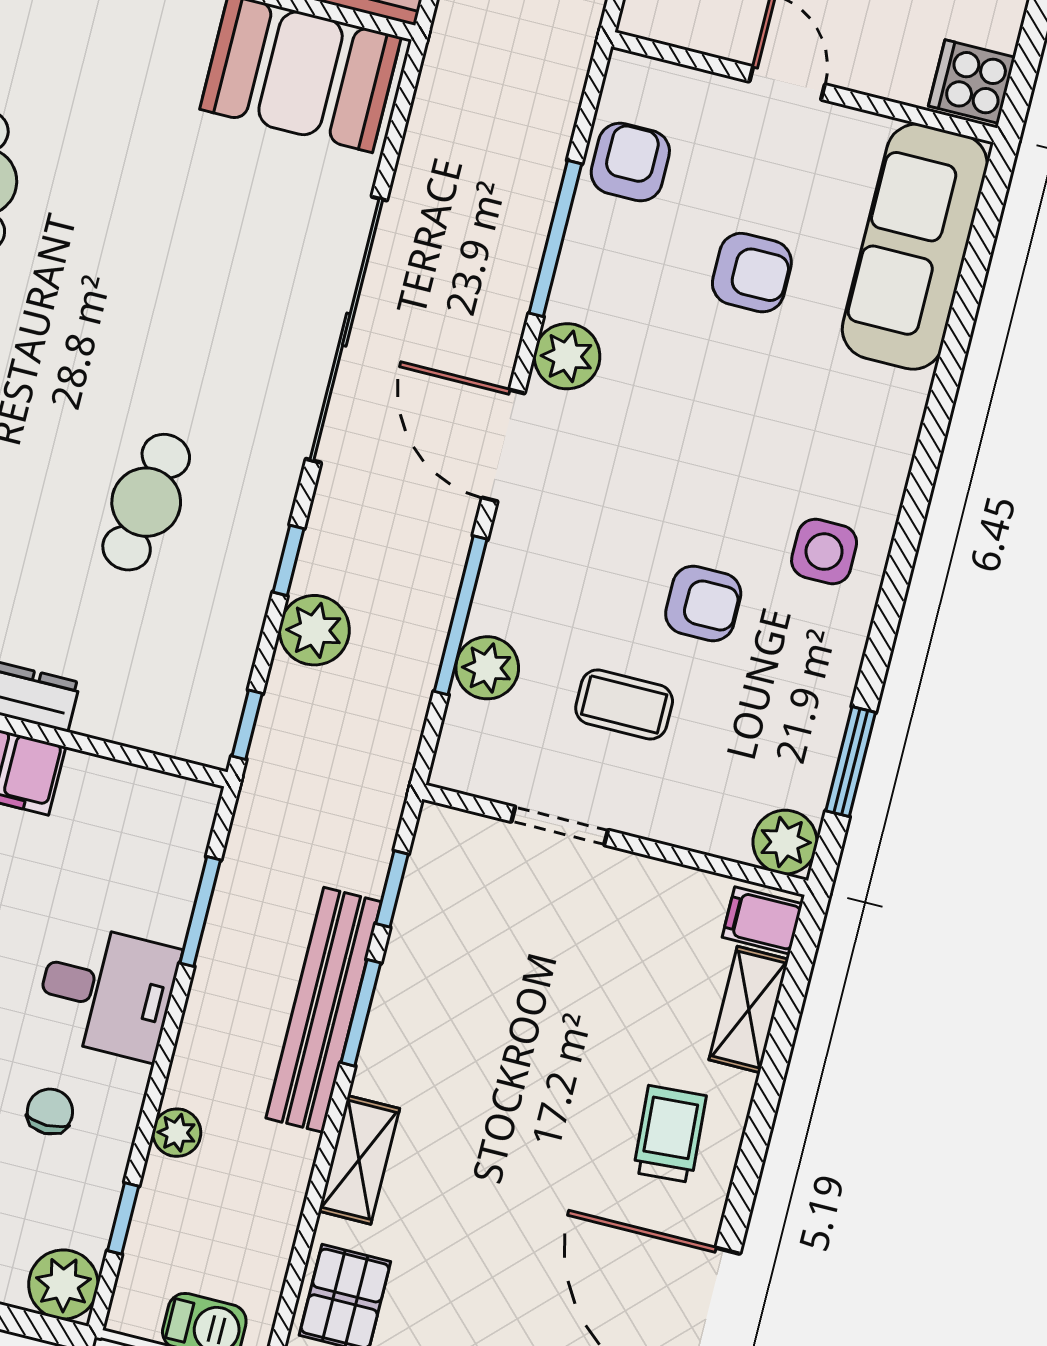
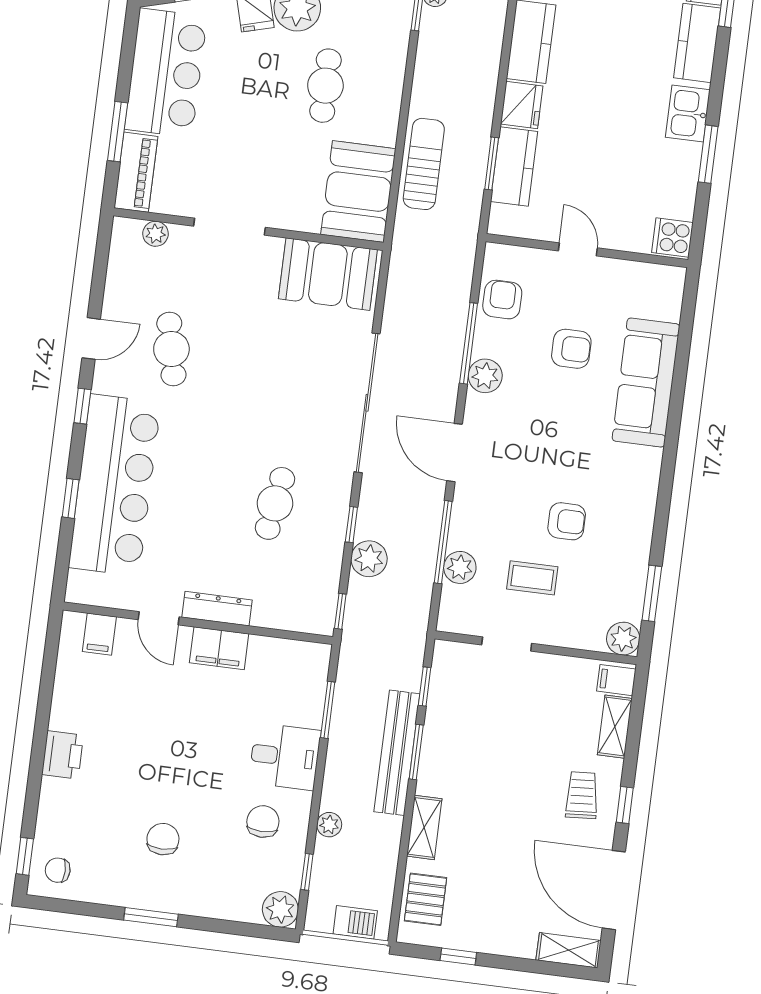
sofa: (915, 247) -> (646, 382), moved
plant: (567, 356) -> (485, 376), moved
side table: (824, 552) -> (625, 487), removed
chair: (50, 1111) -> (263, 822), width x1.37, depth x1.37
window: (750, 1163) -> (625, 805), added

